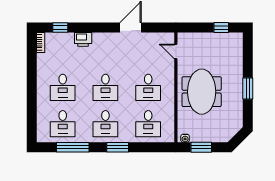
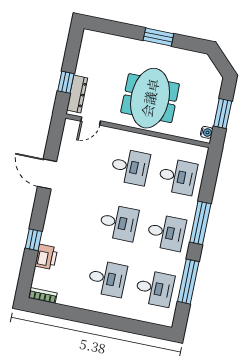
window: (60, 27) -> (34, 240), moved
window: (221, 27) -> (66, 82), moved
dresser: (194, 38) -> (77, 94), added
printer: (83, 39) -> (46, 257), moved
meeting table: (202, 92) -> (150, 98), turned 90
window: (118, 147) -> (200, 223), width x1.44

